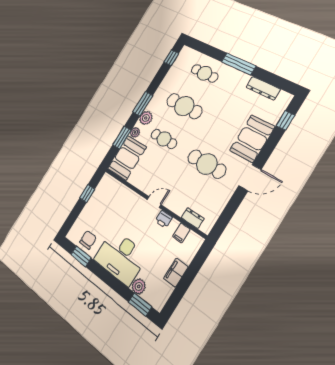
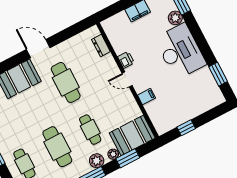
filing cabinet: (181, 233) -> (146, 97), moved
chair: (88, 240) -> (205, 85), removed

